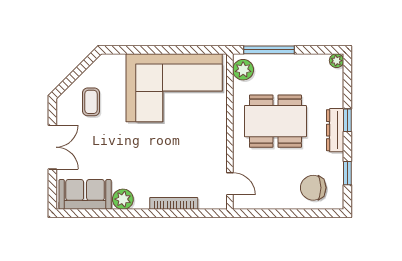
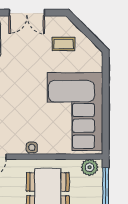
side table: (219, 141) -> (32, 147), added

